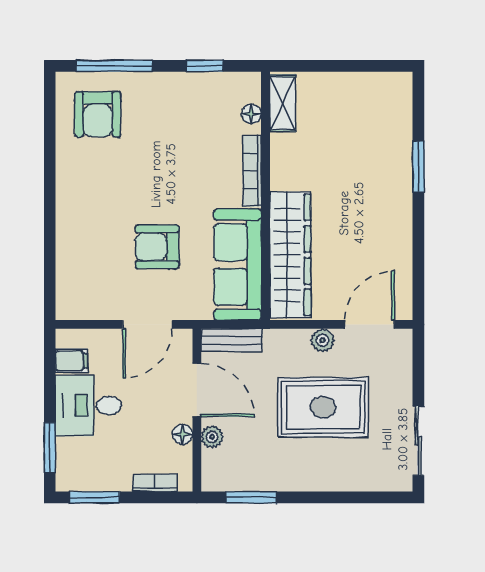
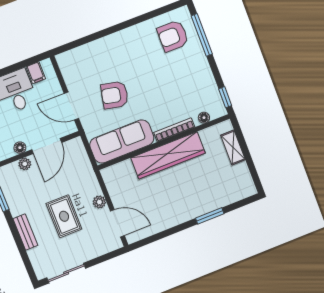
window: (205, 66) -> (225, 97), moved
shelving: (283, 103) -> (233, 147), moved, turned 90
armchair: (157, 247) -> (115, 95), turned -78
wardrobe: (290, 255) -> (168, 155), moved
bench: (231, 340) -> (25, 232), moved
rug: (323, 407) -> (64, 216), width x0.73, depth x0.70

